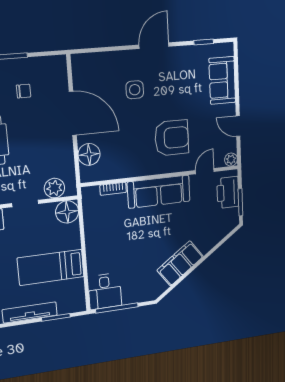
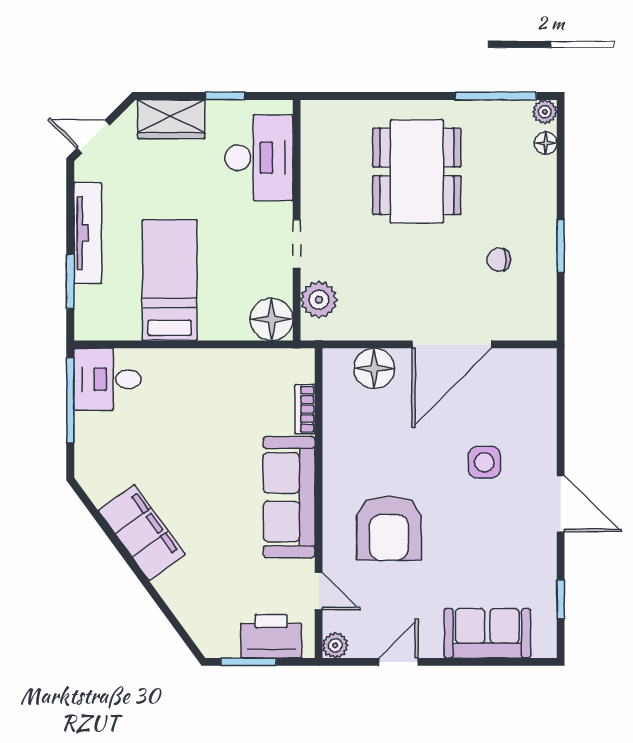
chair: (24, 91) -> (499, 260), turned 90

